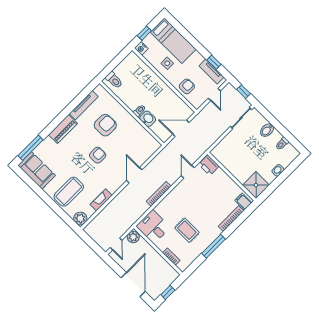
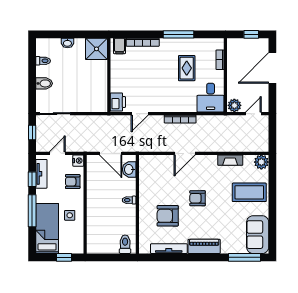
window: (194, 42) -> (32, 211), added
nightstand: (141, 48) -> (78, 161), moved
washbasin: (148, 119) -> (129, 169), moved

